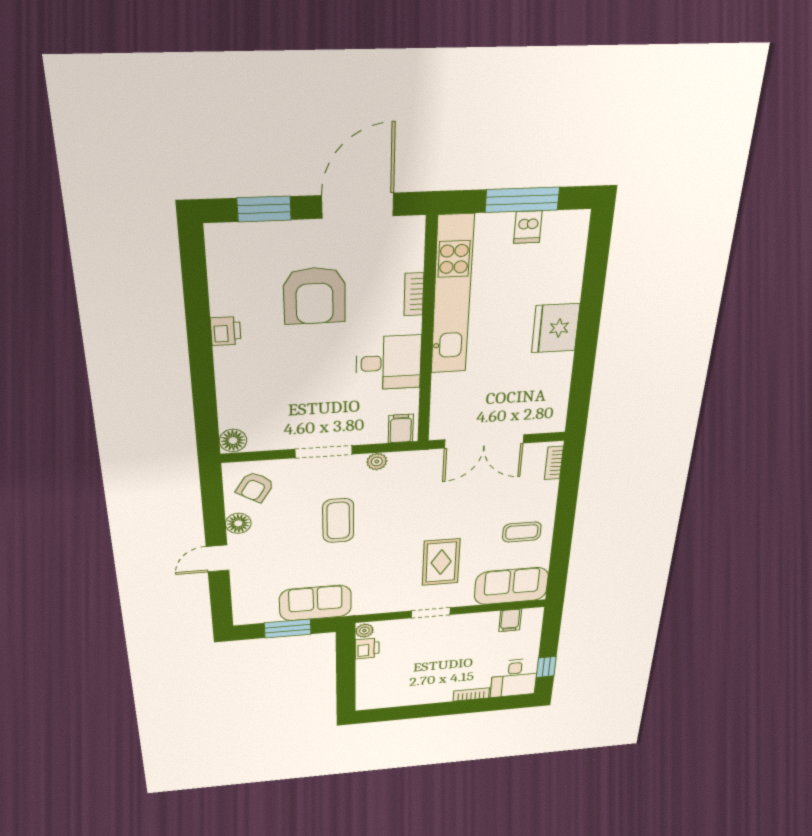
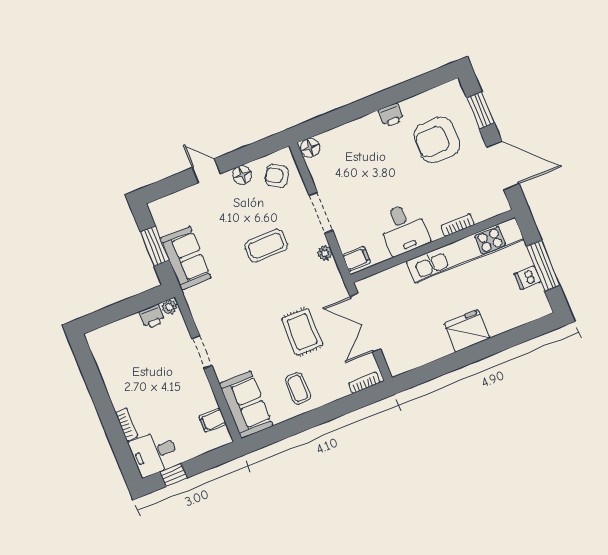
armchair: (314, 296) -> (437, 140), moved
rug: (441, 562) -> (302, 332), moved, turned 90

